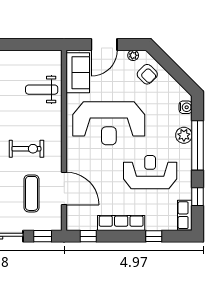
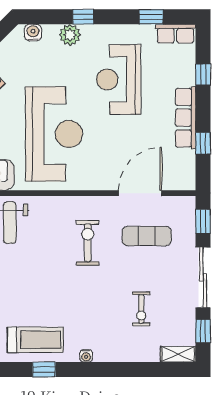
window: (198, 145) -> (83, 17), width x0.32
window: (88, 236) -> (203, 143), moved

